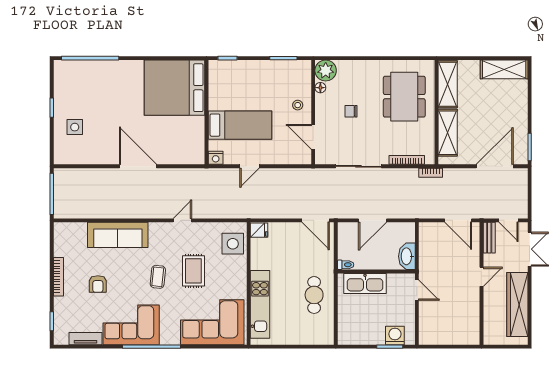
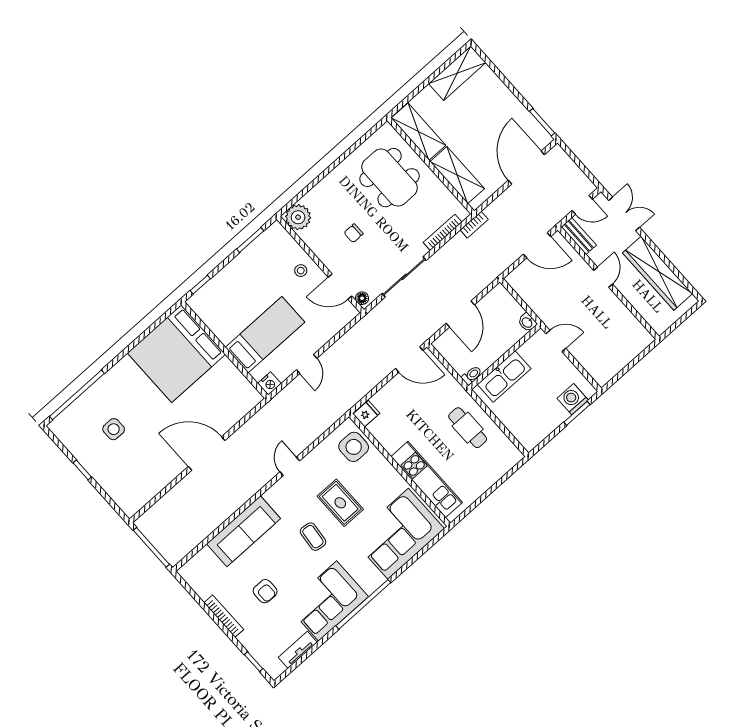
floor lamp: (320, 88) -> (362, 298), moved
side table: (75, 127) -> (114, 429), moved
washbasin: (407, 256) -> (527, 322), width x0.52, depth x0.69

